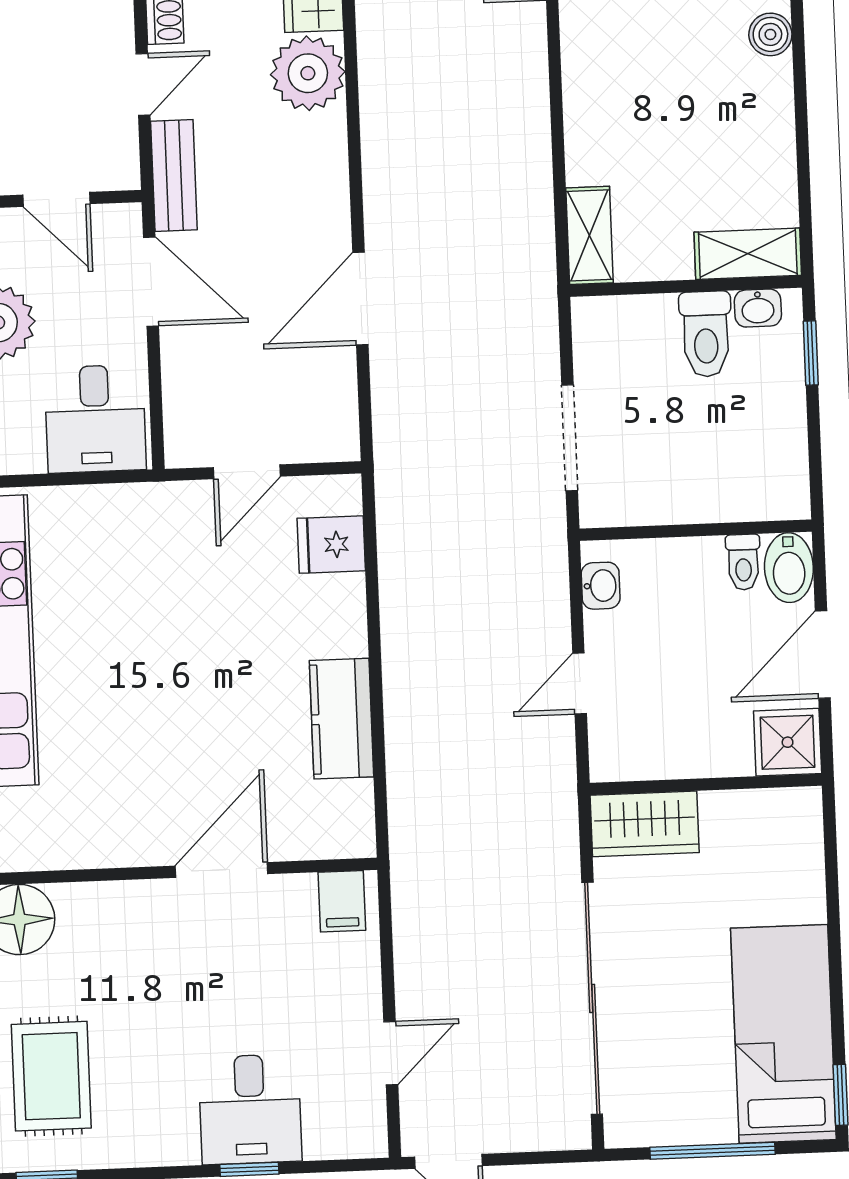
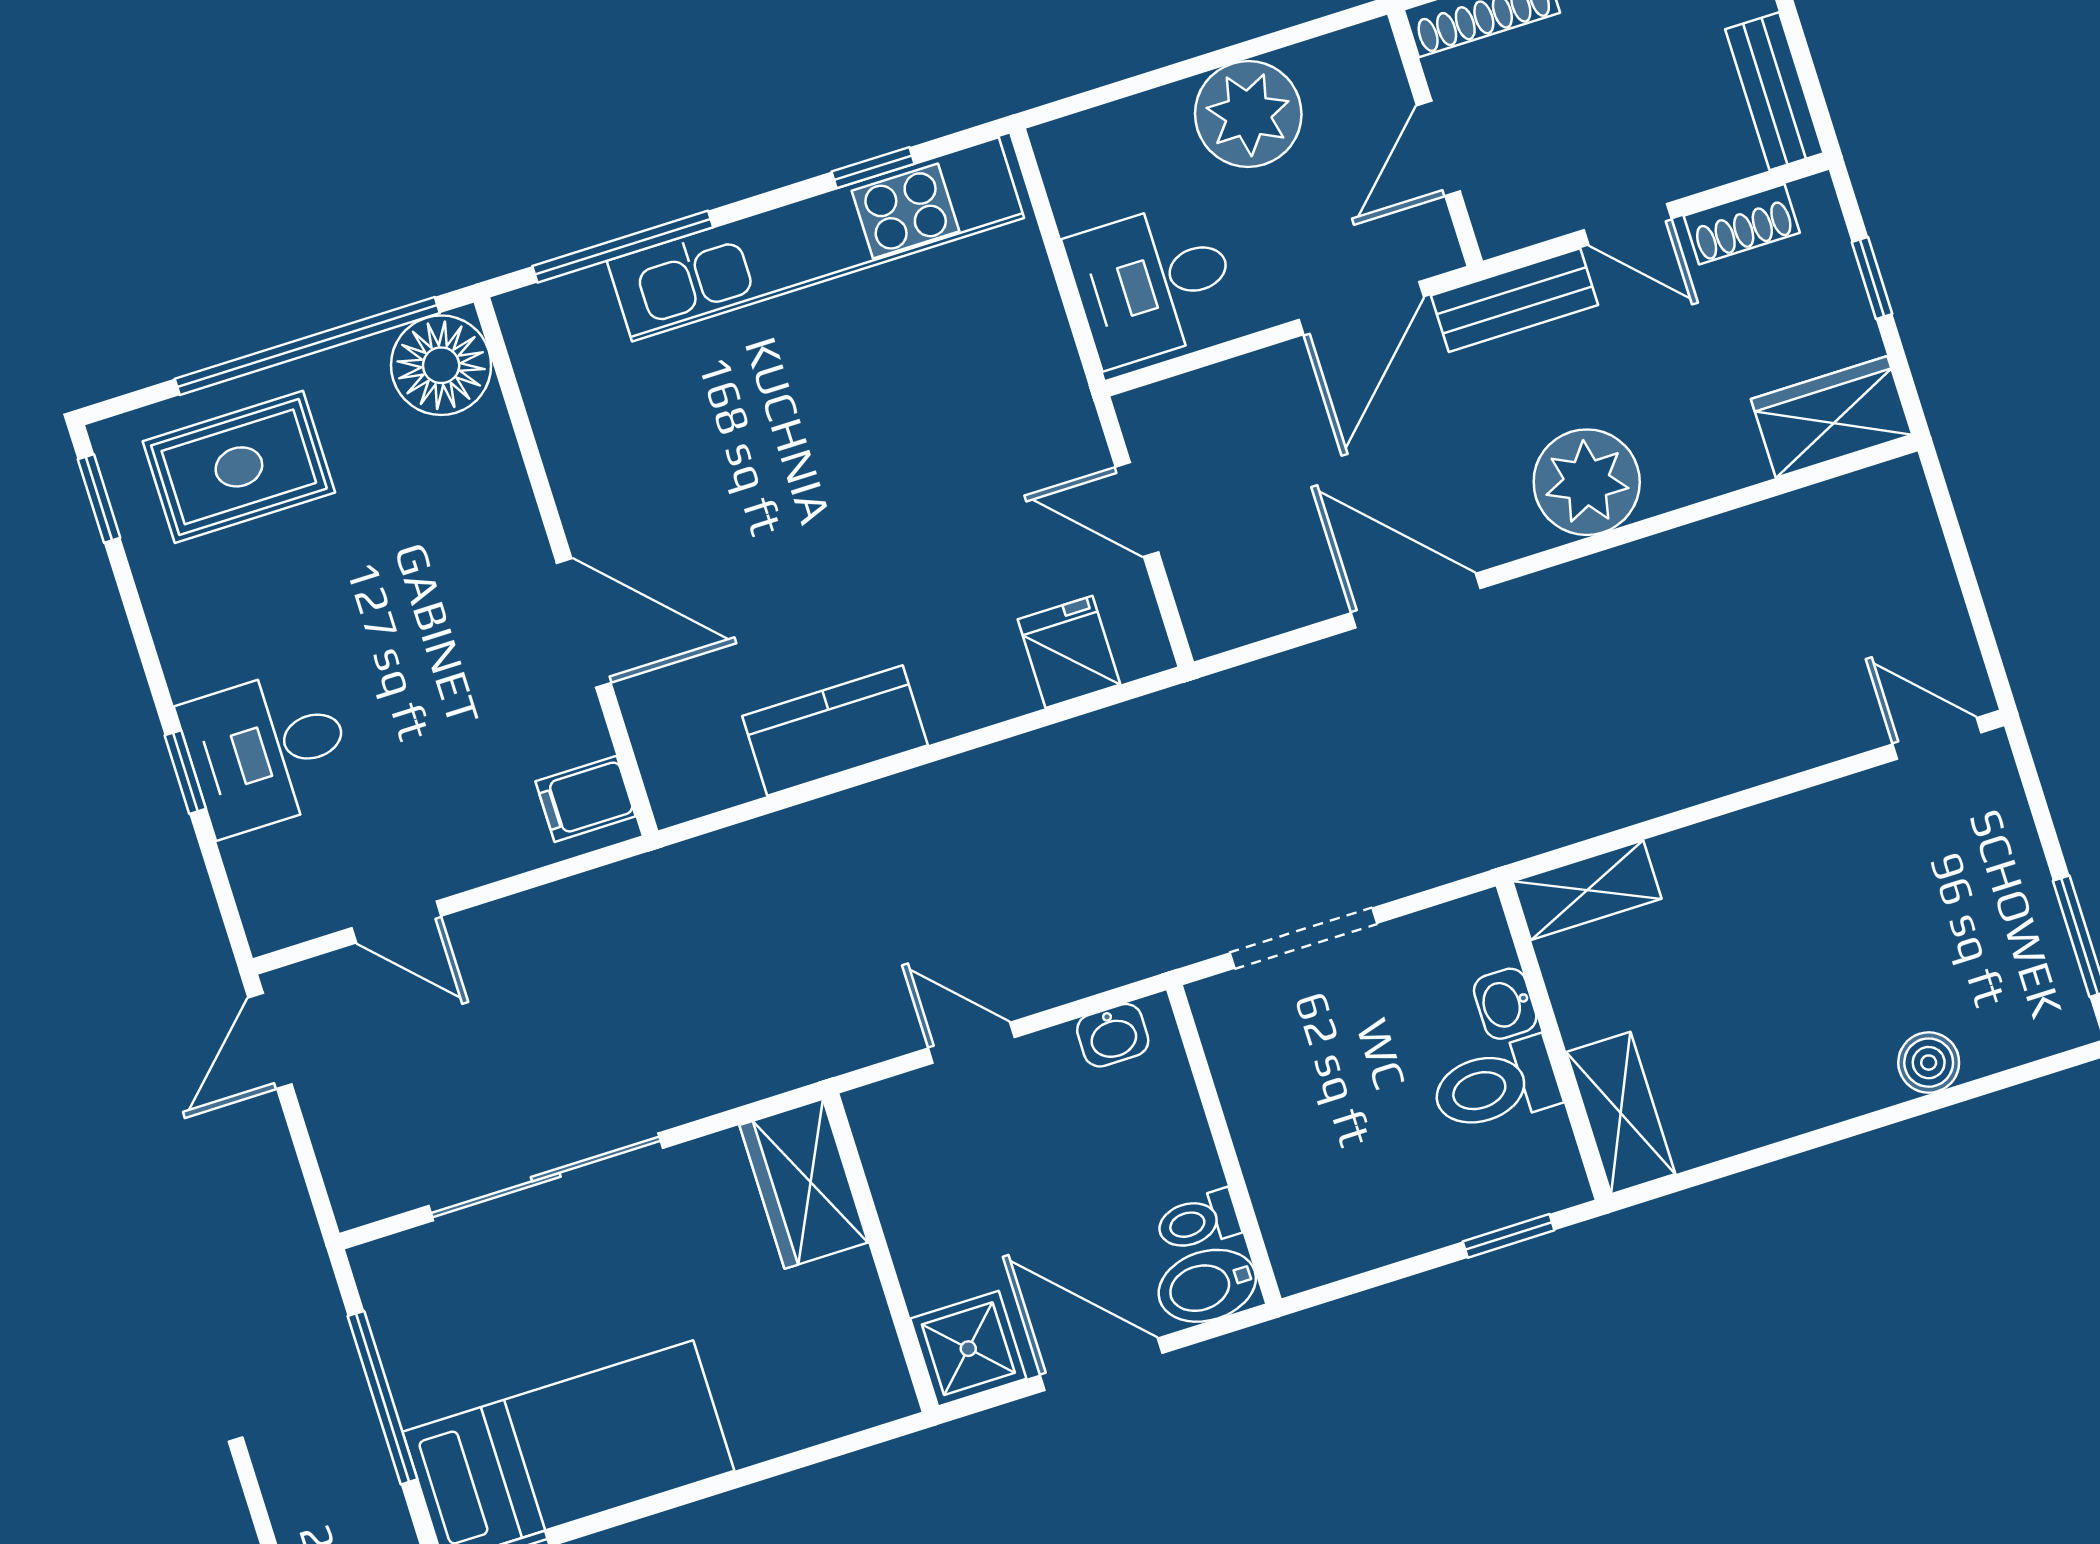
plant: (308, 73) -> (1587, 482), moved
washbasin: (758, 308) -> (1505, 1004), moved
sliding door: (592, 998) -> (546, 1177), width x0.73

